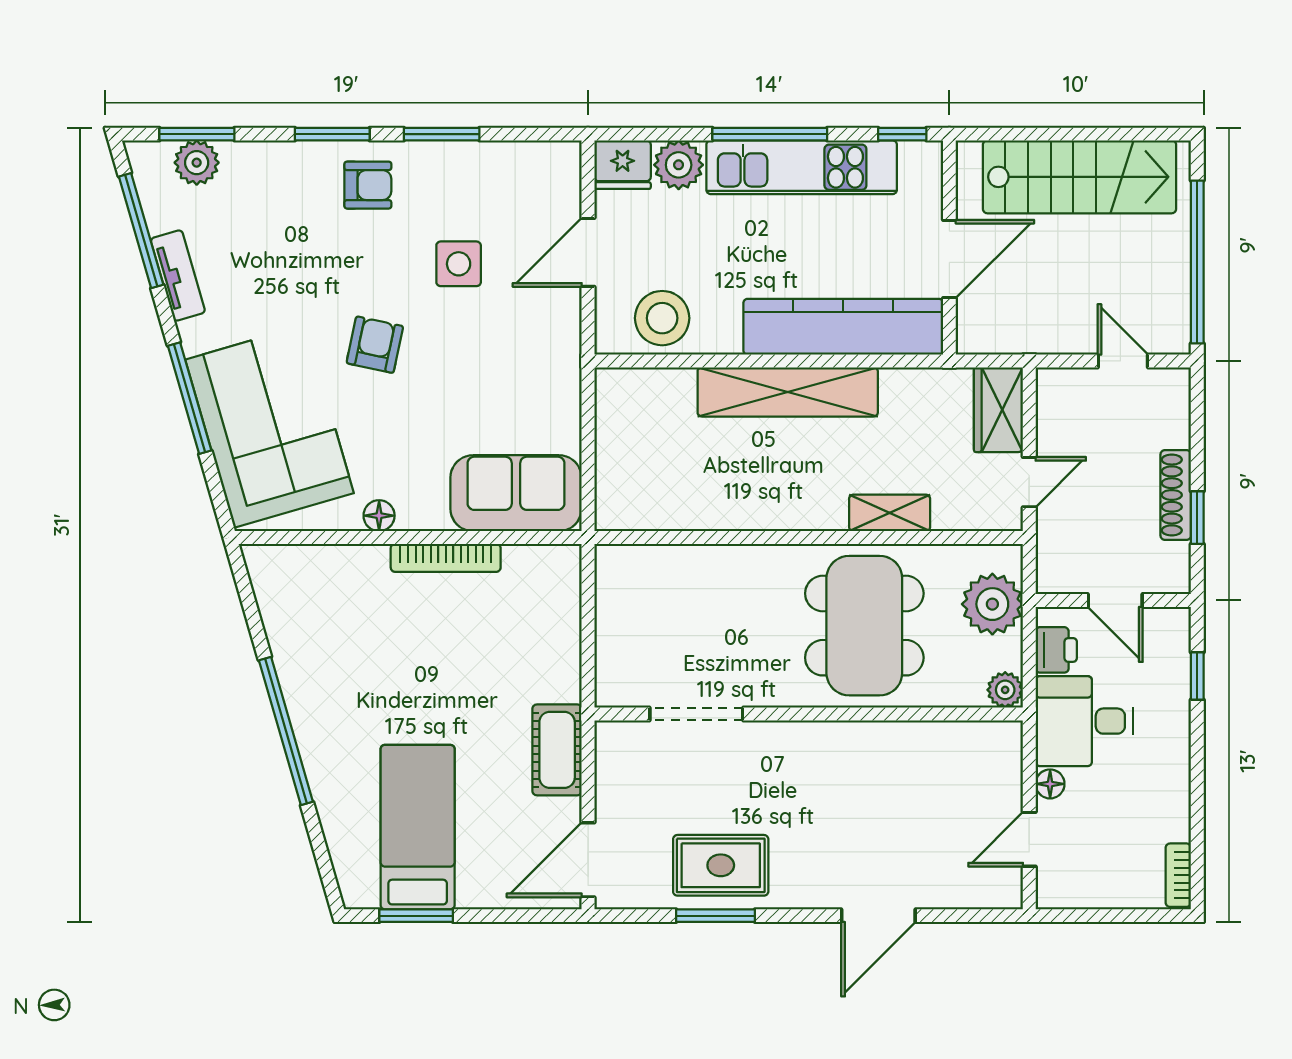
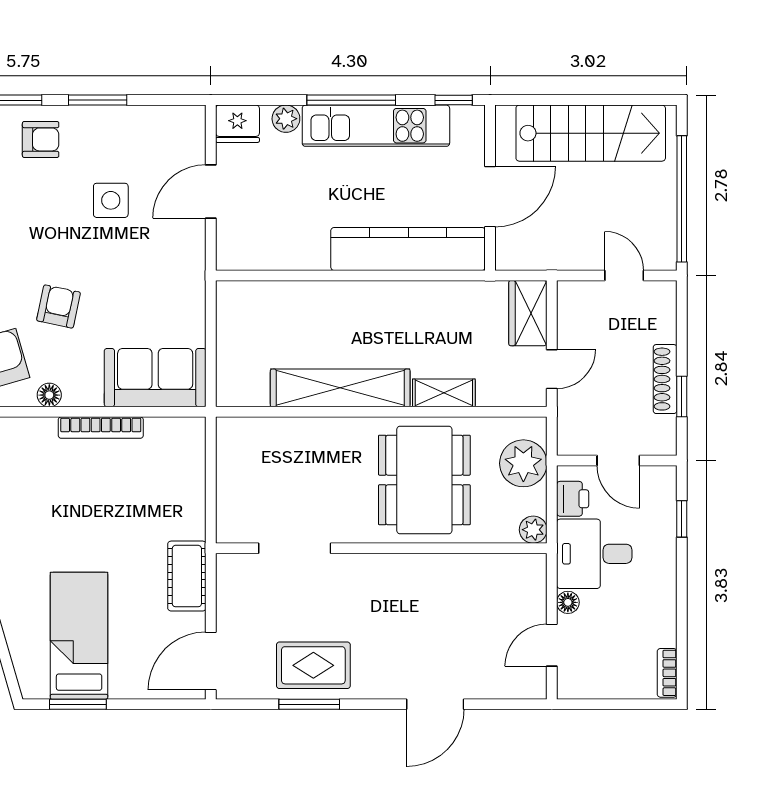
plant: (679, 165) -> (286, 119), width x0.73, depth x0.73
stool: (662, 318) -> (268, 242), removed
armchair: (375, 345) -> (58, 306), moved
shelving: (788, 392) -> (340, 388), moved

